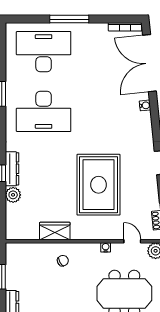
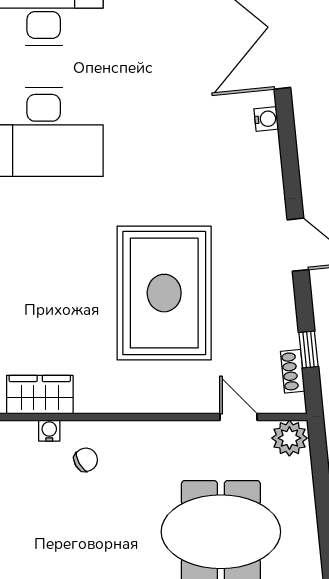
wardrobe: (55, 231) -> (40, 395), moved
water cooler: (106, 247) -> (49, 431), moved

